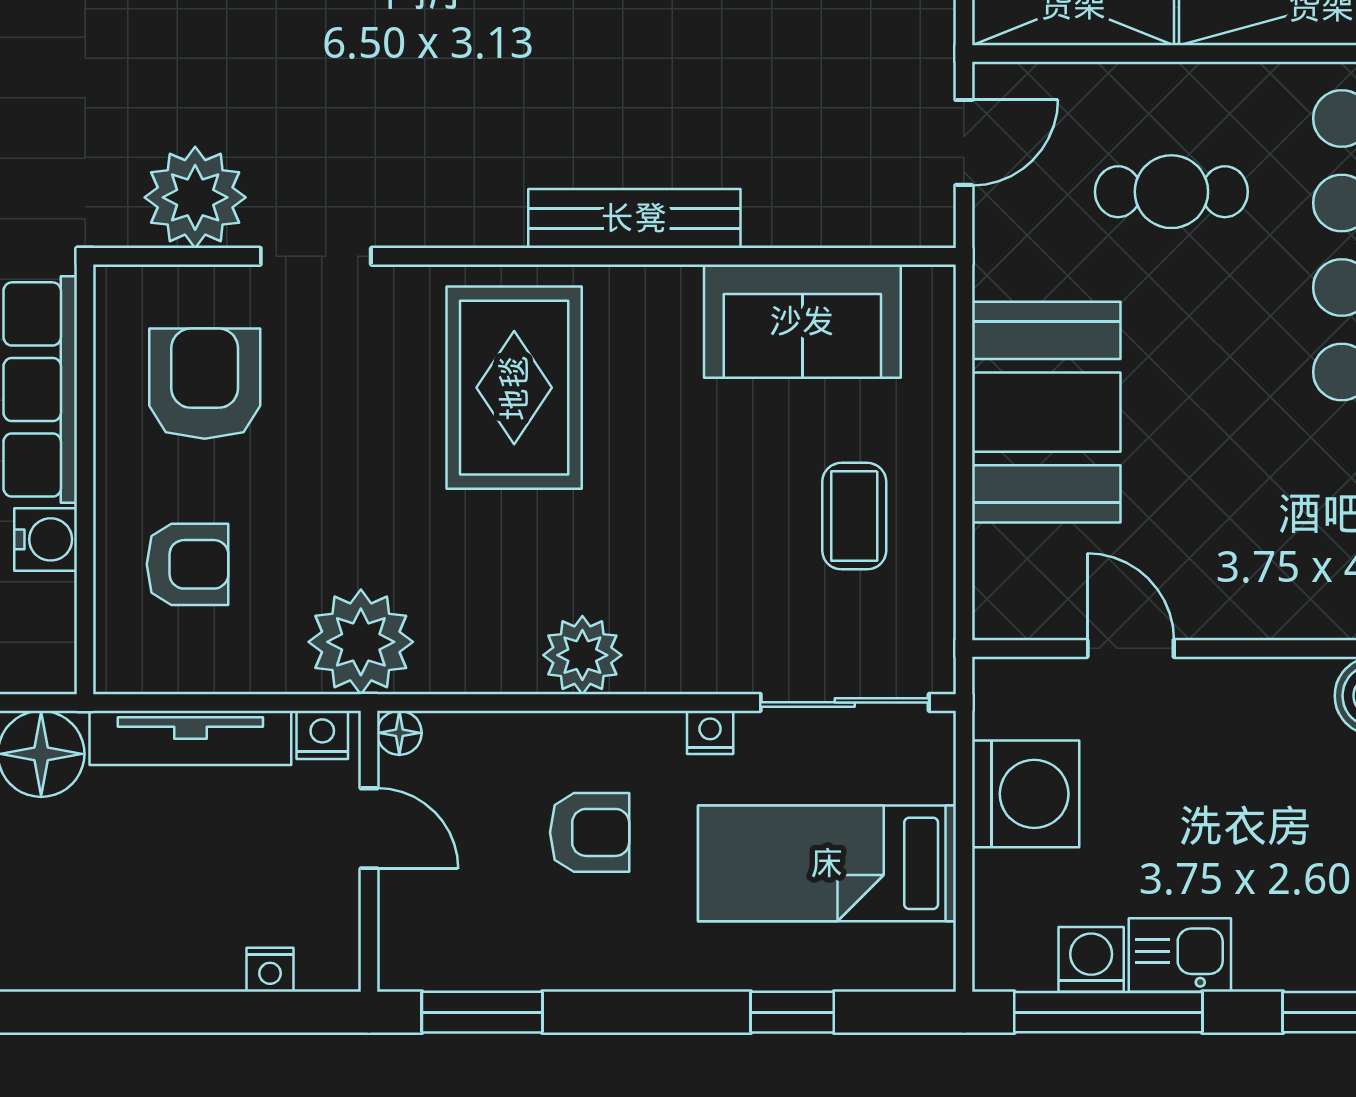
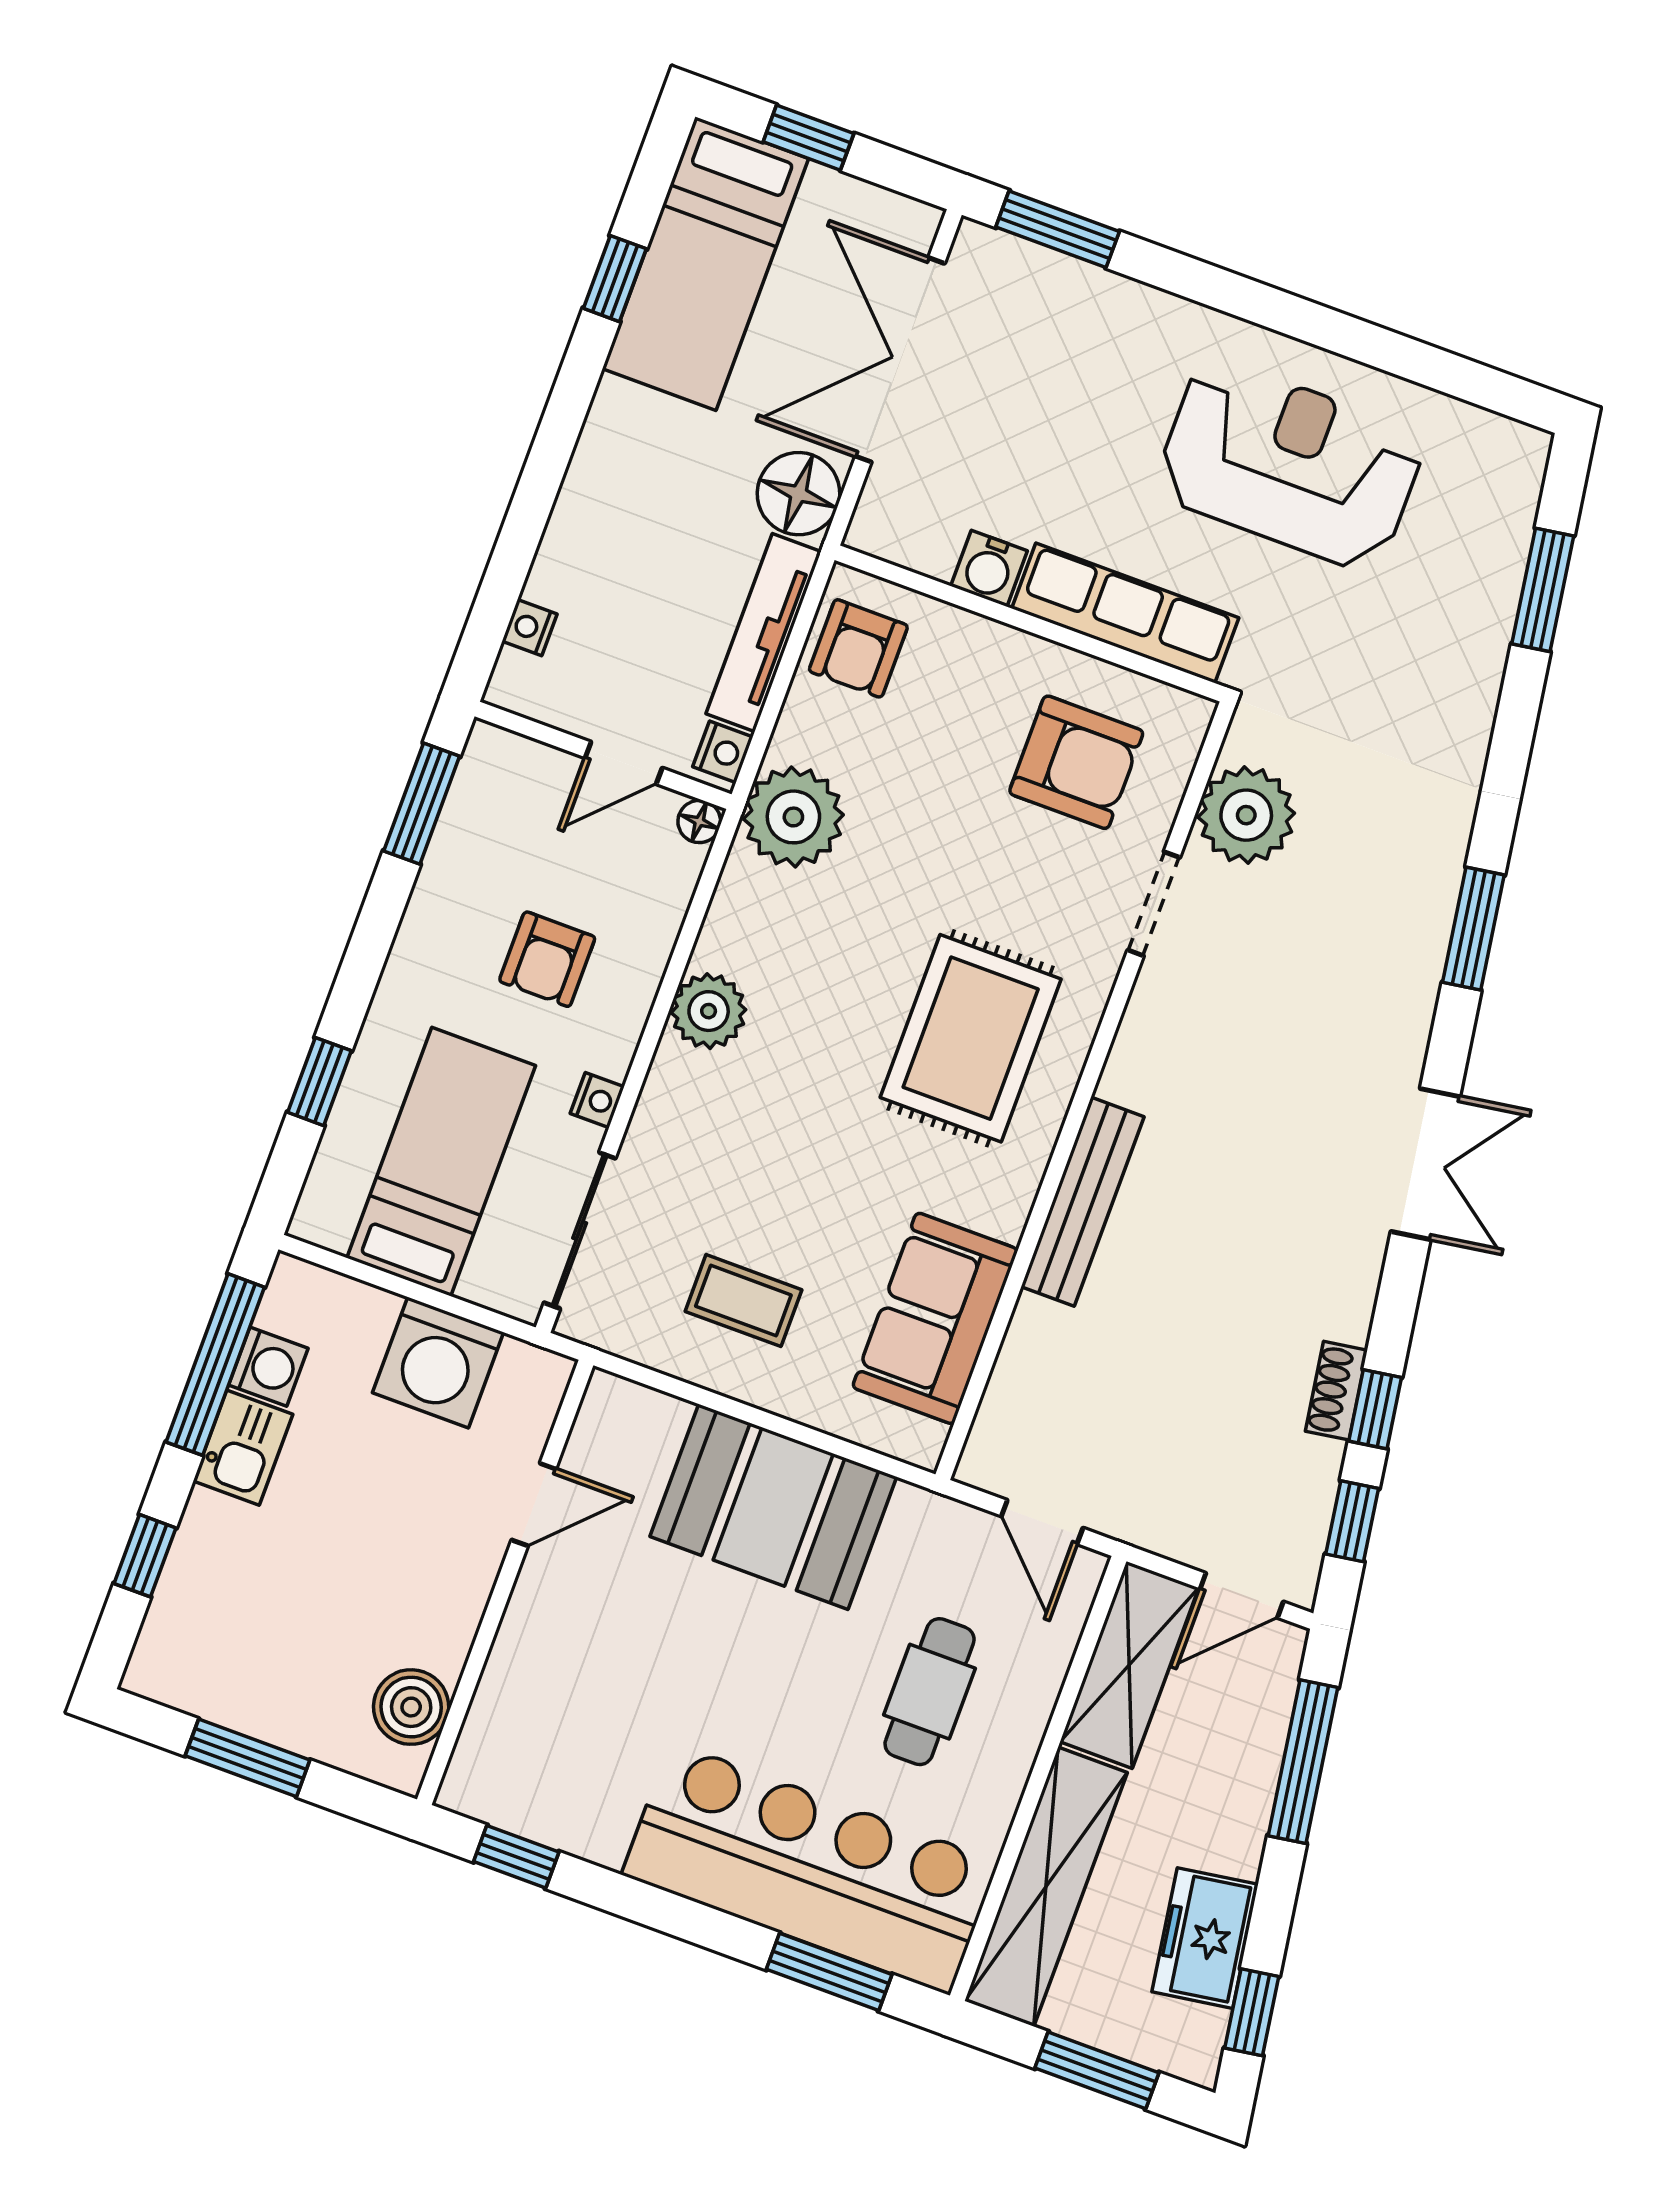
rug: (514, 388) -> (971, 1038), turned 90
armchair: (188, 564) -> (858, 648), moved

